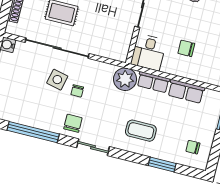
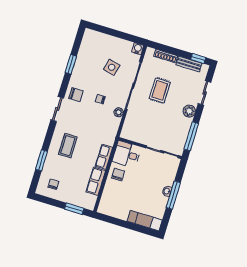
chair: (186, 48) -> (118, 175), moved
plant: (125, 79) -> (119, 112), moved, width x0.53, depth x0.53
side table: (57, 80) -> (112, 67), moved
window: (33, 132) -> (71, 64), width x0.47

